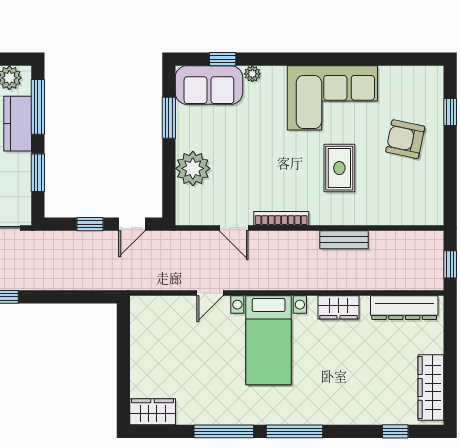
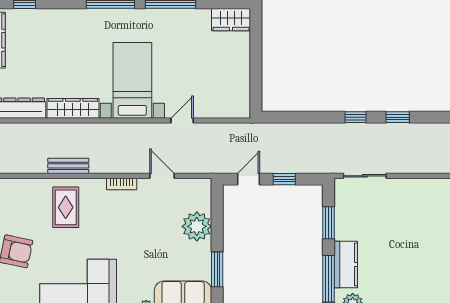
rug: (339, 168) -> (66, 207), moved
bookcase: (281, 218) -> (122, 184), width x0.64
wardrobe: (338, 307) -> (73, 108), width x1.50

